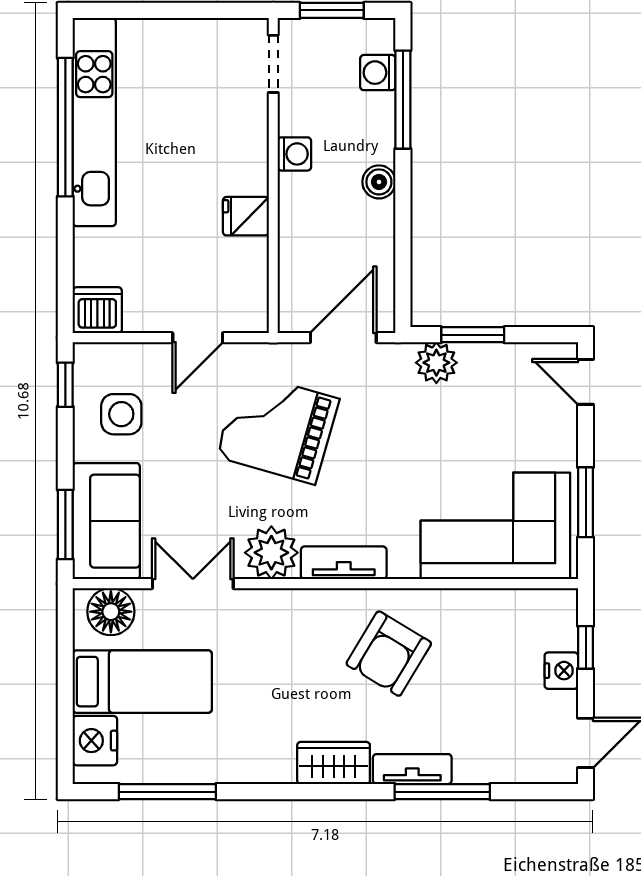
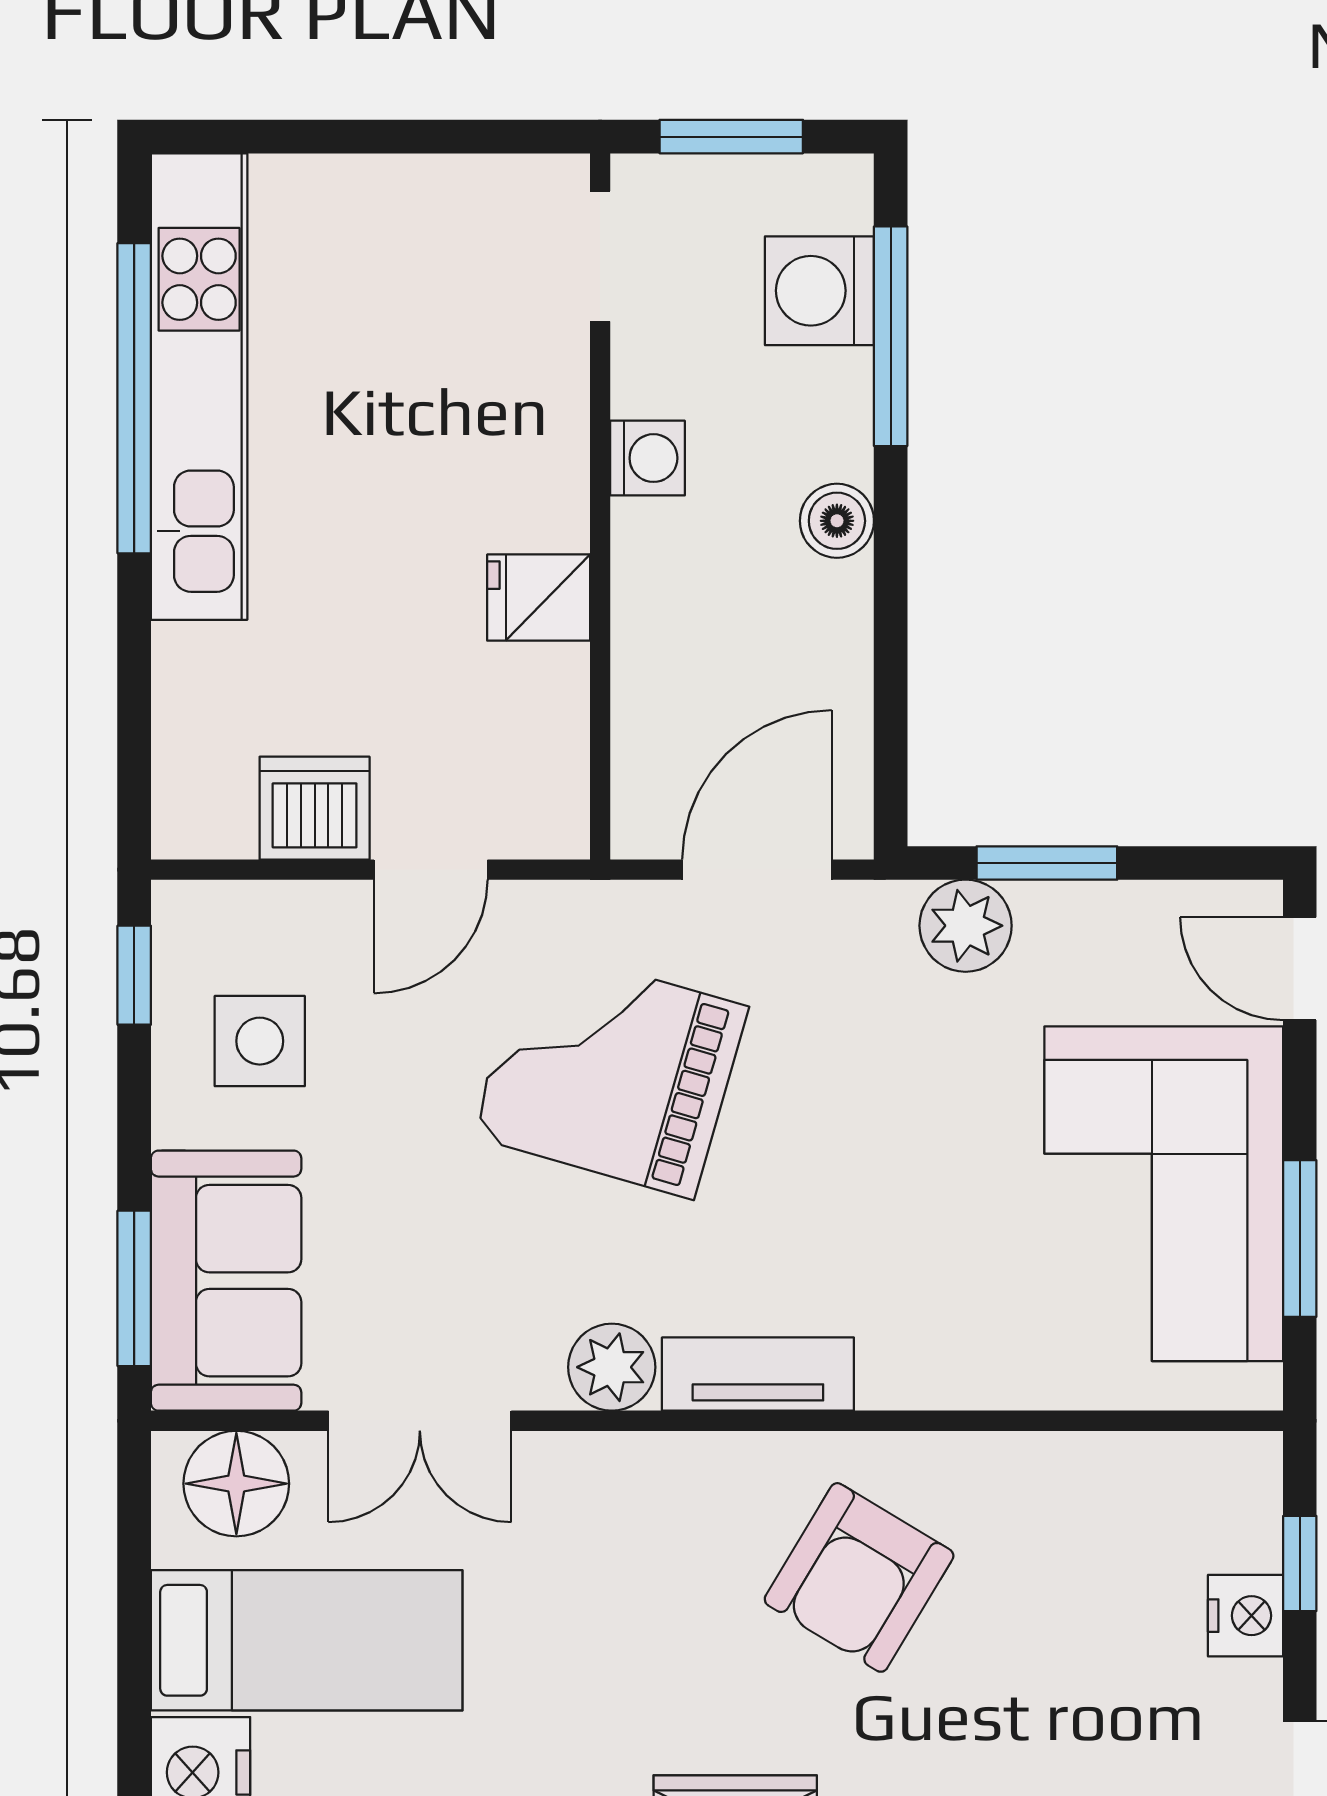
washing machine: (378, 73) -> (819, 291), width x1.38, depth x1.38
dishwasher: (97, 310) -> (315, 808), moved
corner sofa: (495, 526) -> (1164, 1194), moved, turned -90
plant: (271, 553) -> (612, 1367), width x0.73, depth x0.73
double door: (193, 584) -> (420, 1421), swing flipped

